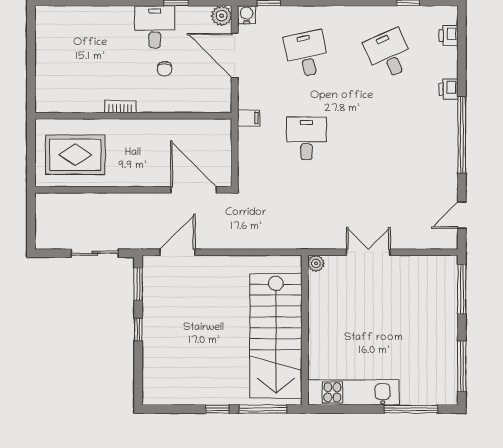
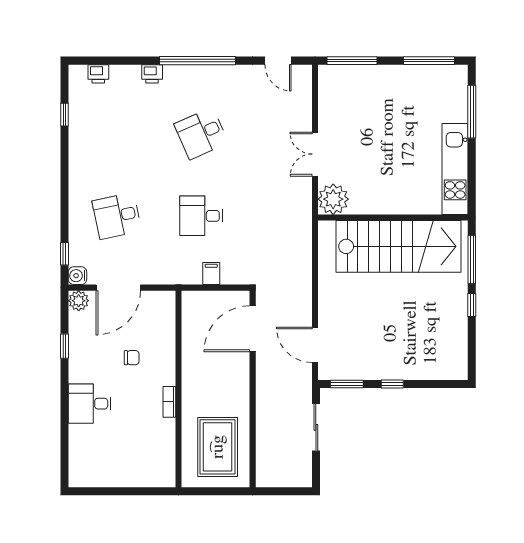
desk: (155, 27) -> (90, 404), moved
desk: (389, 54) -> (201, 133), moved
filing cabinet: (249, 118) -> (211, 274), moved
plant: (316, 263) -> (333, 199), width x1.87, depth x1.87

